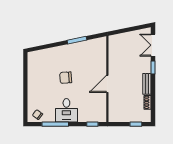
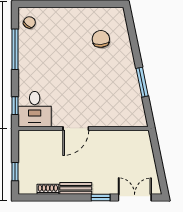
chair: (66, 78) -> (101, 39), moved
door: (107, 84) -> (76, 128), swing flipped
desk: (66, 110) -> (35, 109), moved, turned -90

